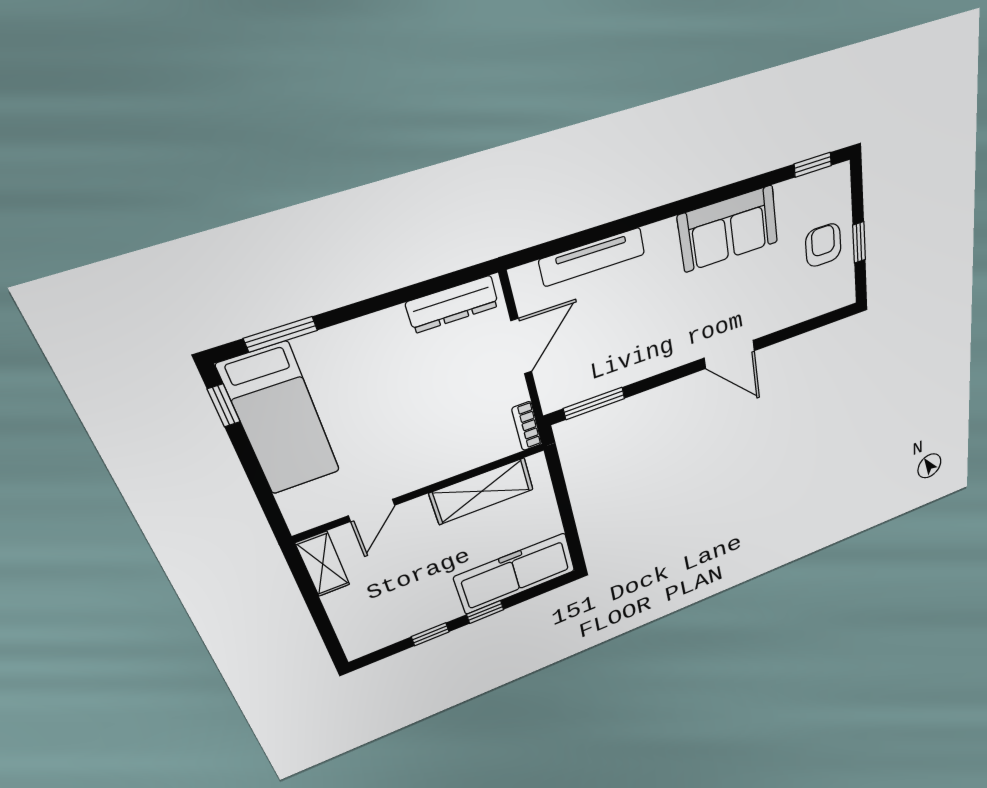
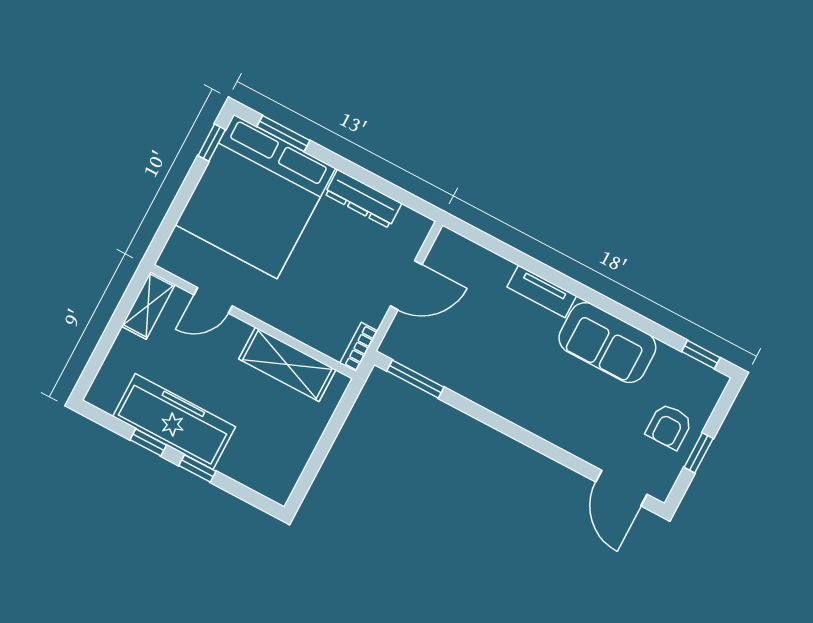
armchair: (823, 245) -> (669, 426), turned 180
tv unit: (592, 257) -> (542, 291), moved, width x0.71
dresser: (453, 304) -> (363, 199), moved
door: (729, 354) -> (621, 488), moved
bed: (280, 420) -> (255, 196), width x2.04
freezer: (515, 574) -> (174, 422), moved

